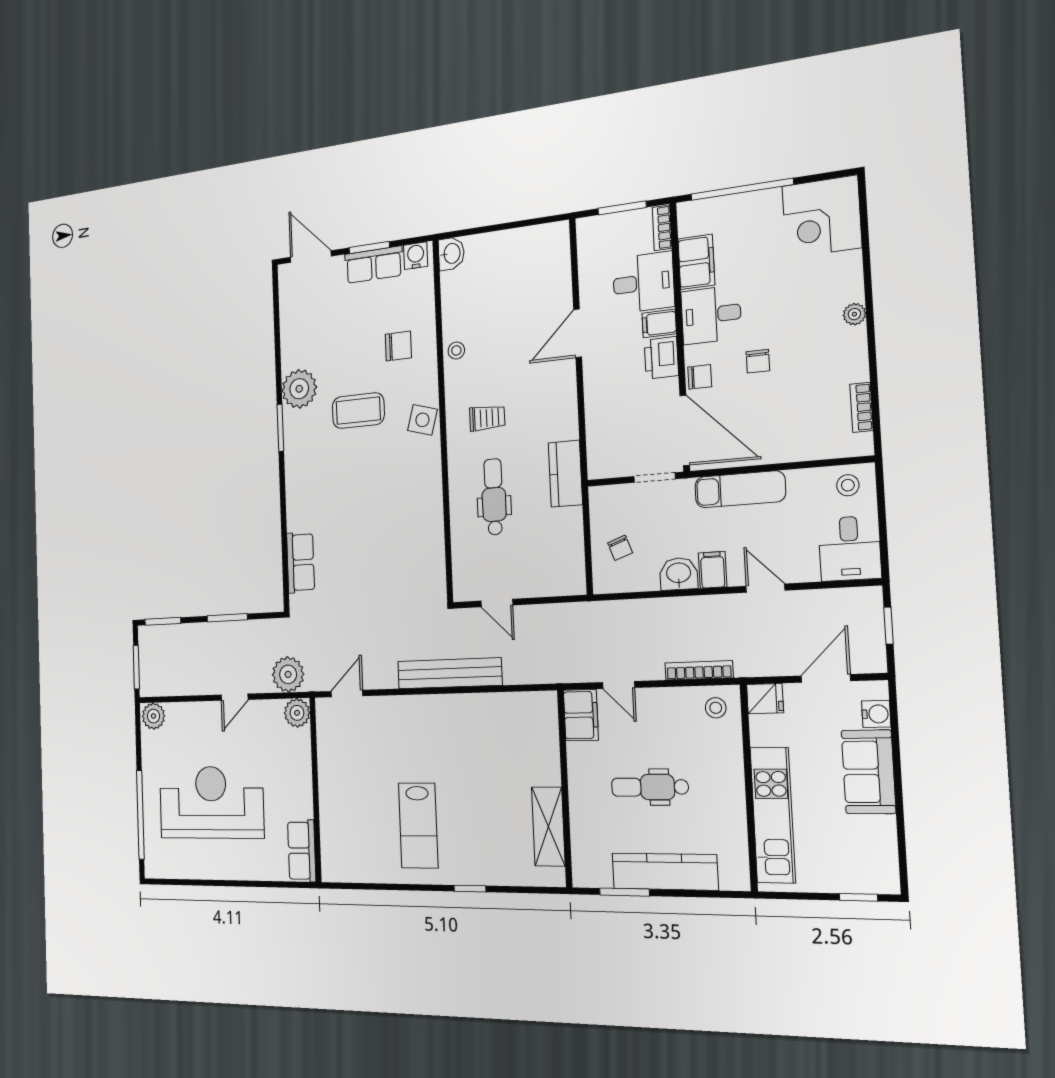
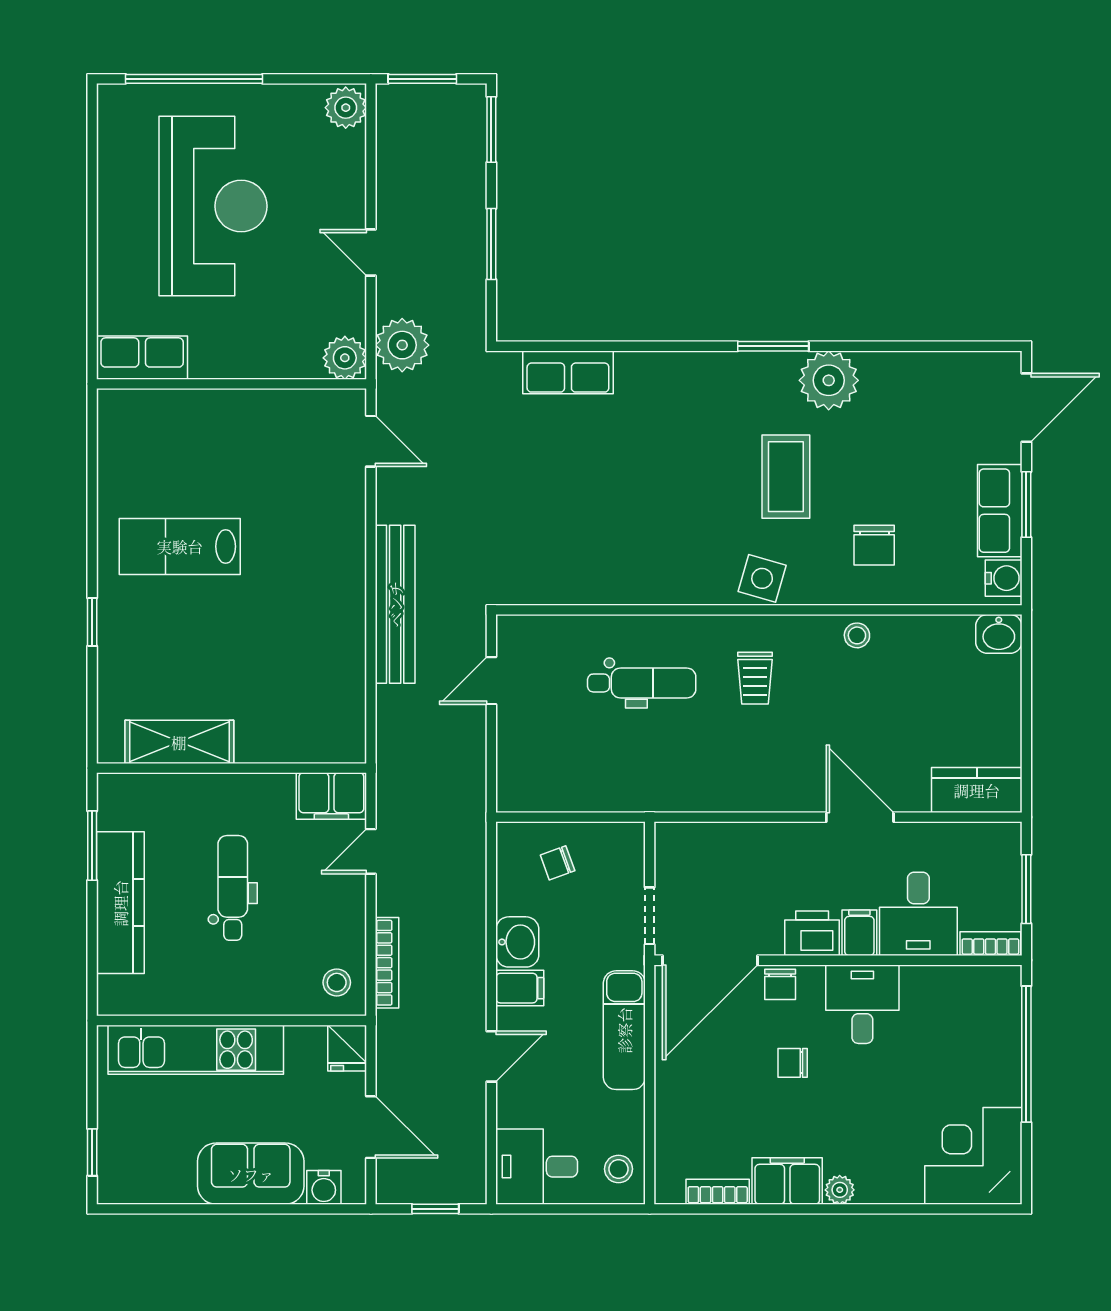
filing cabinet: (696, 262) -> (787, 1181), moved, turned 180
kitchen counter: (565, 474) -> (977, 790), moved

